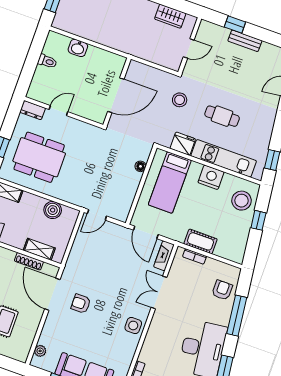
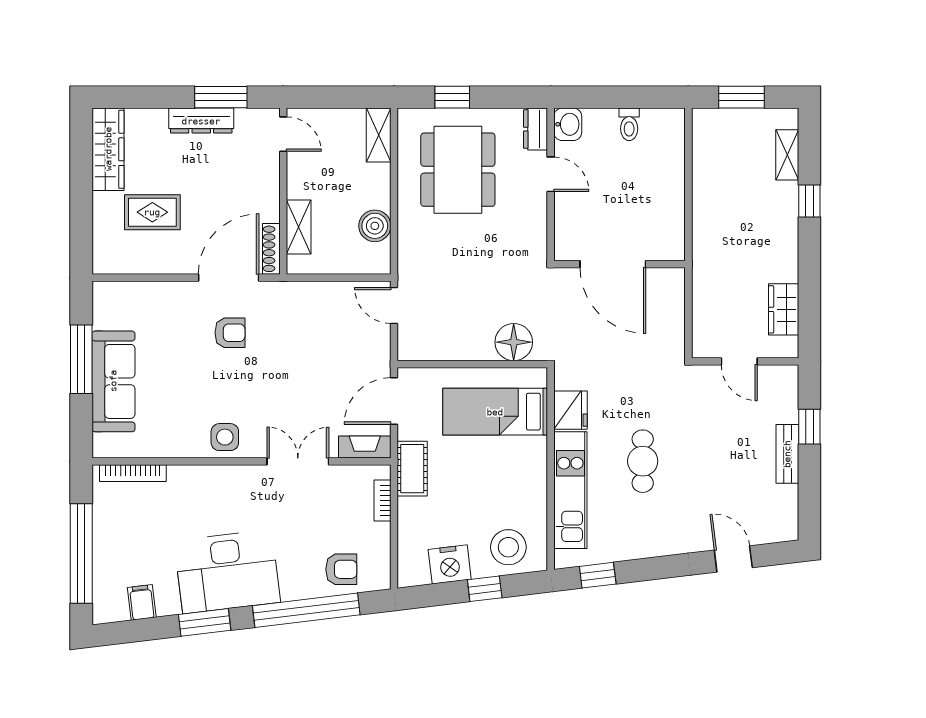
washbasin: (78, 48) -> (568, 124), moved, turned 180
stool: (180, 100) -> (644, 377), removed
floor lamp: (140, 166) -> (514, 342), width x1.89, depth x1.89
nightstand: (211, 177) -> (450, 564), moved, turned 83
cot: (201, 241) -> (412, 469), moved
shoe rack: (29, 261) -> (271, 249), moved
armchair: (81, 304) -> (230, 333), turned 90
window: (237, 316) -> (306, 610), width x1.46
plant: (40, 351) -> (123, 292), removed

